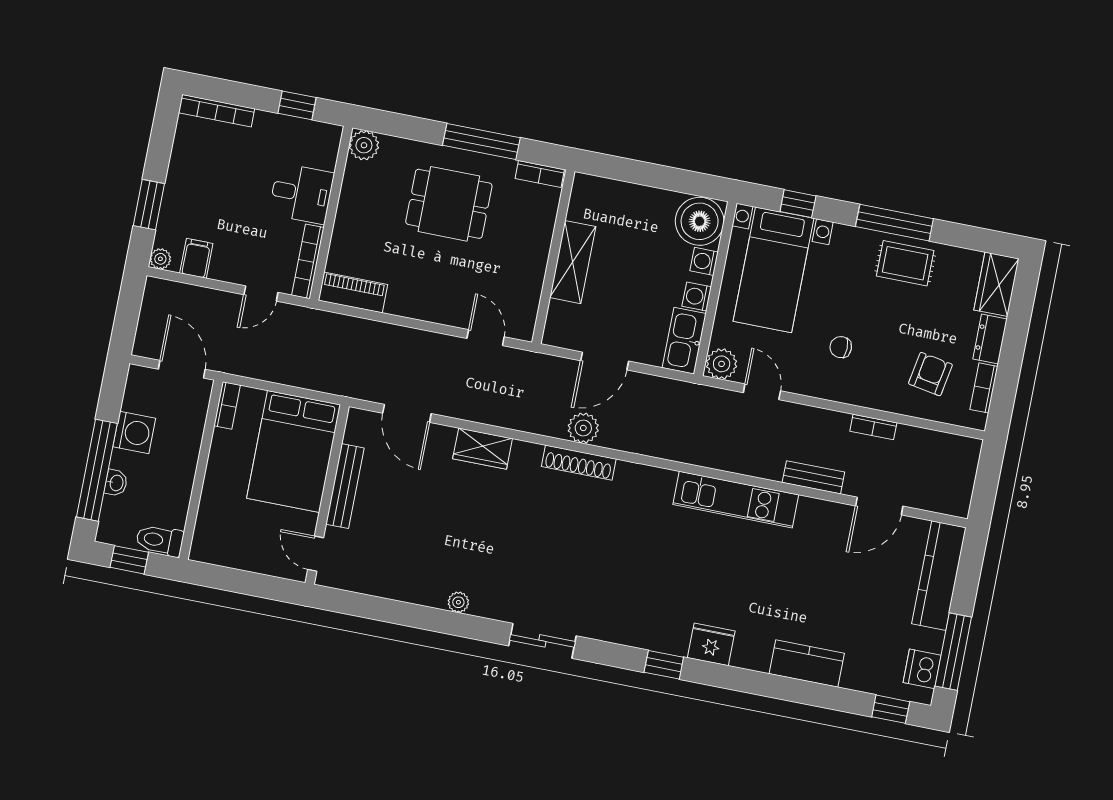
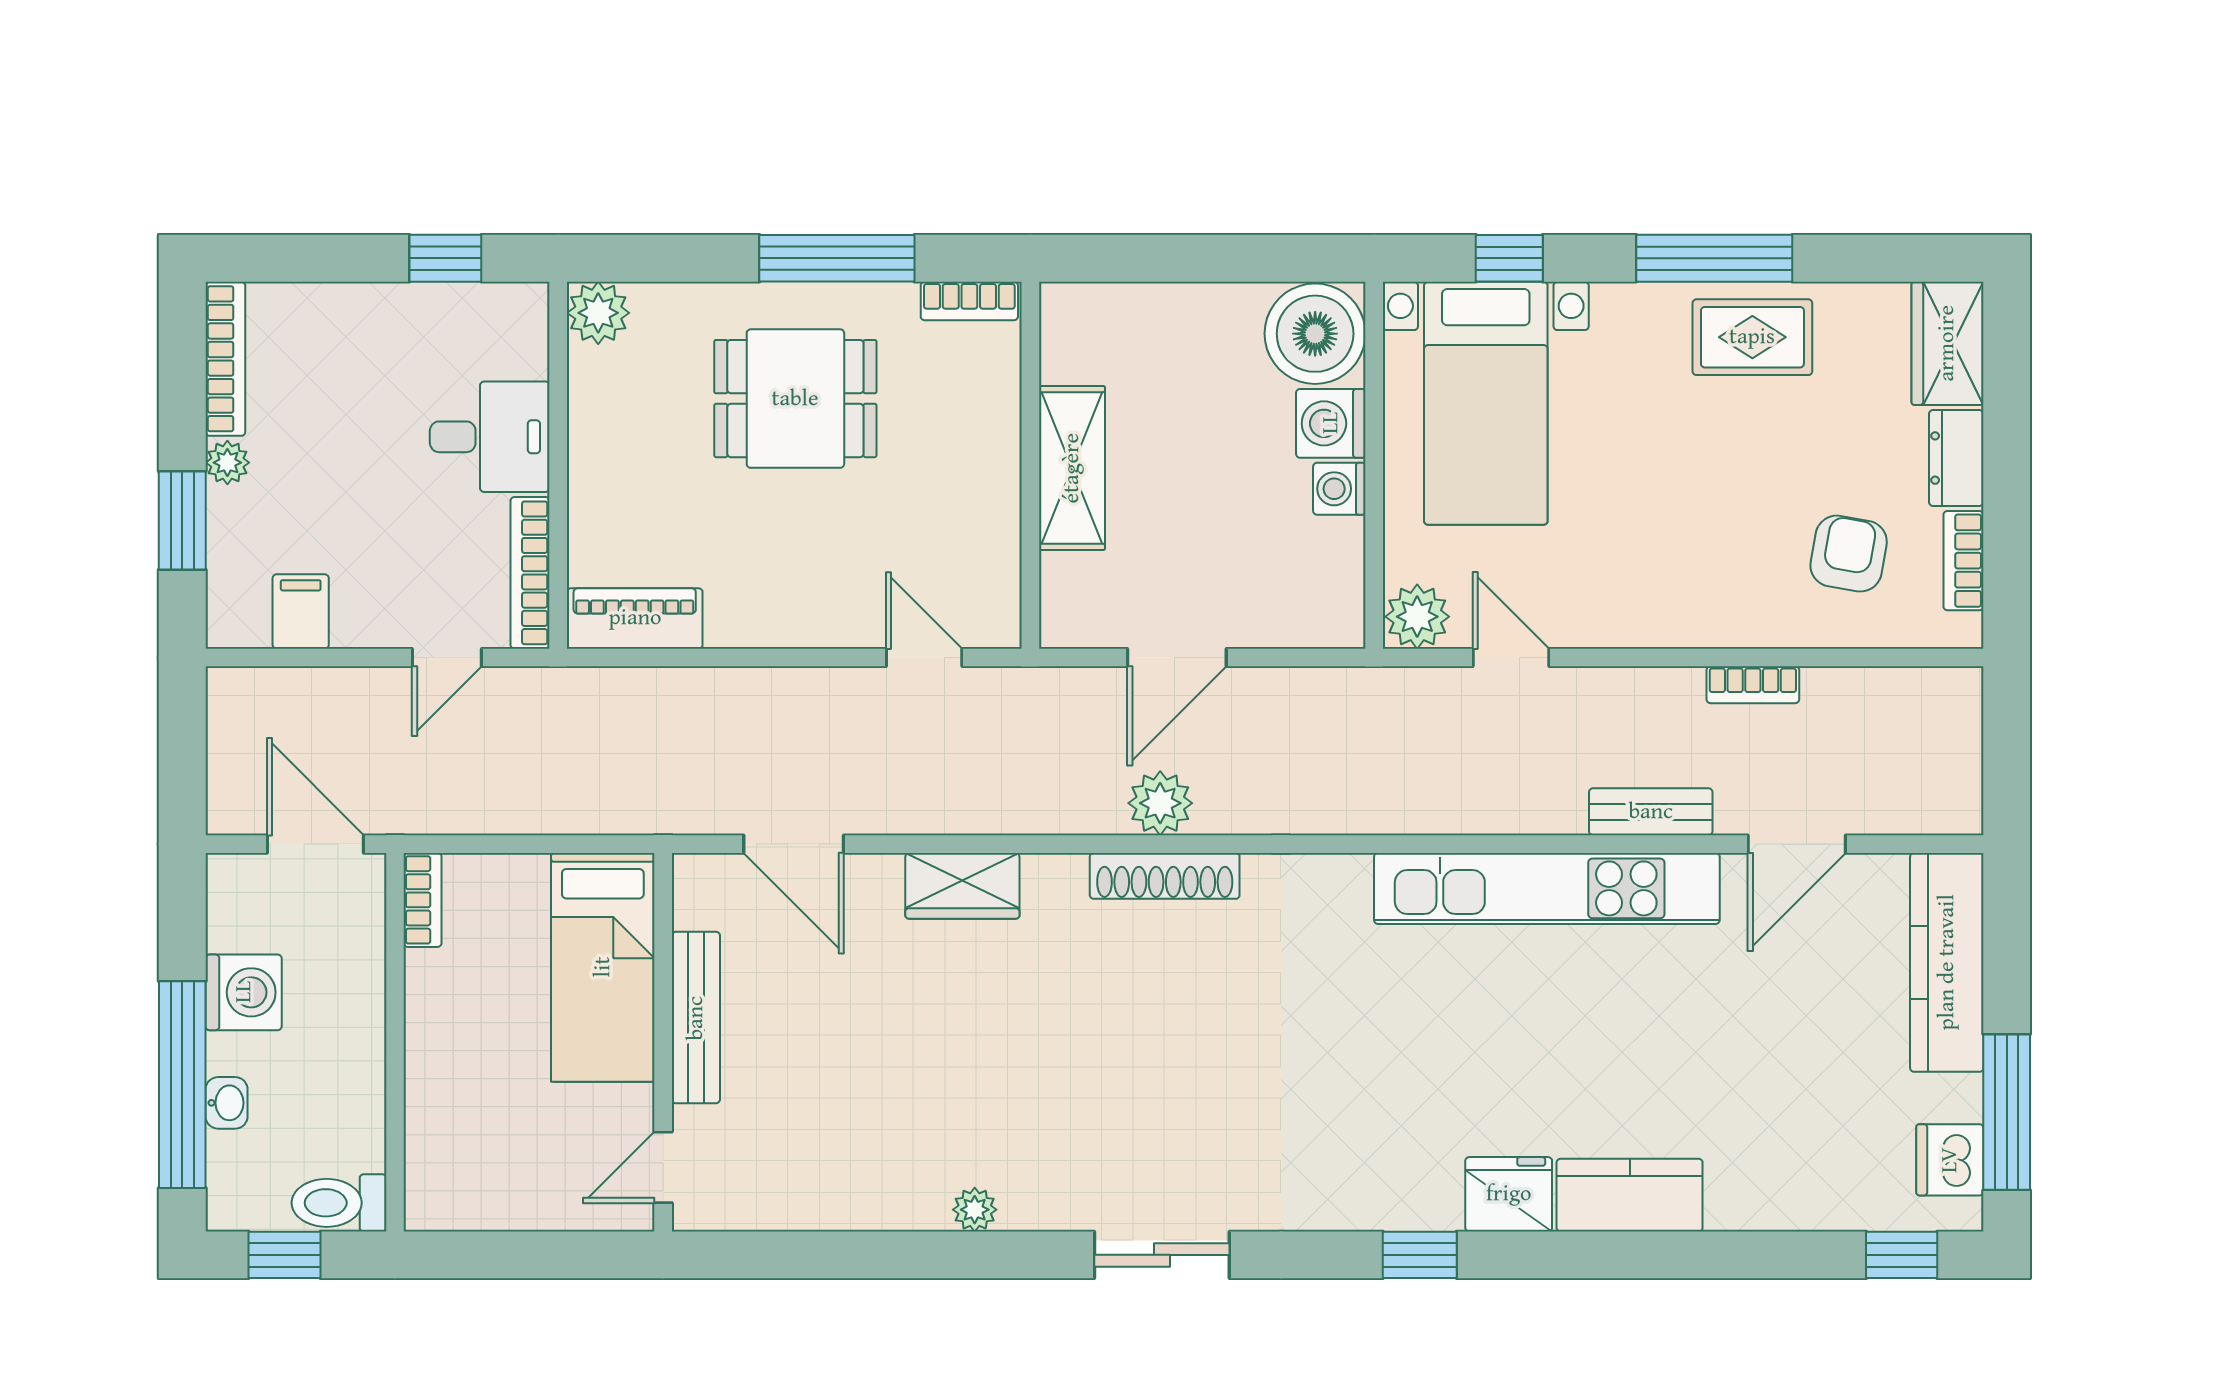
bookcase: (217, 111) -> (225, 359), moved, turned -90
plant: (160, 259) -> (227, 463), moved
washing machine: (704, 261) -> (1331, 423), width x1.38, depth x1.38
kitchen sink: (684, 341) -> (1331, 584), removed
chair: (841, 347) -> (1654, 534), removed
bed: (294, 451) -> (603, 967), width x0.67
kitchen unit: (736, 500) -> (1547, 888), width x1.36
door: (316, 554) -> (663, 1167), hinge flipped
kitchen counter: (807, 664) -> (1630, 1195), moved

